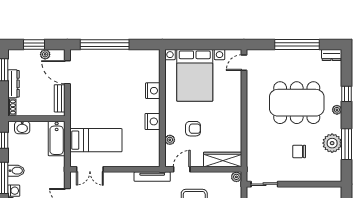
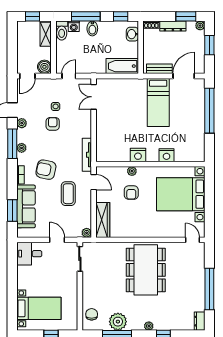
plant: (45, 54) -> (200, 26), moved
dining table: (297, 103) -> (146, 270), moved
bed: (96, 140) -> (158, 102), moved
plant: (170, 140) -> (132, 171), moved
chair: (299, 151) -> (92, 314), moved

